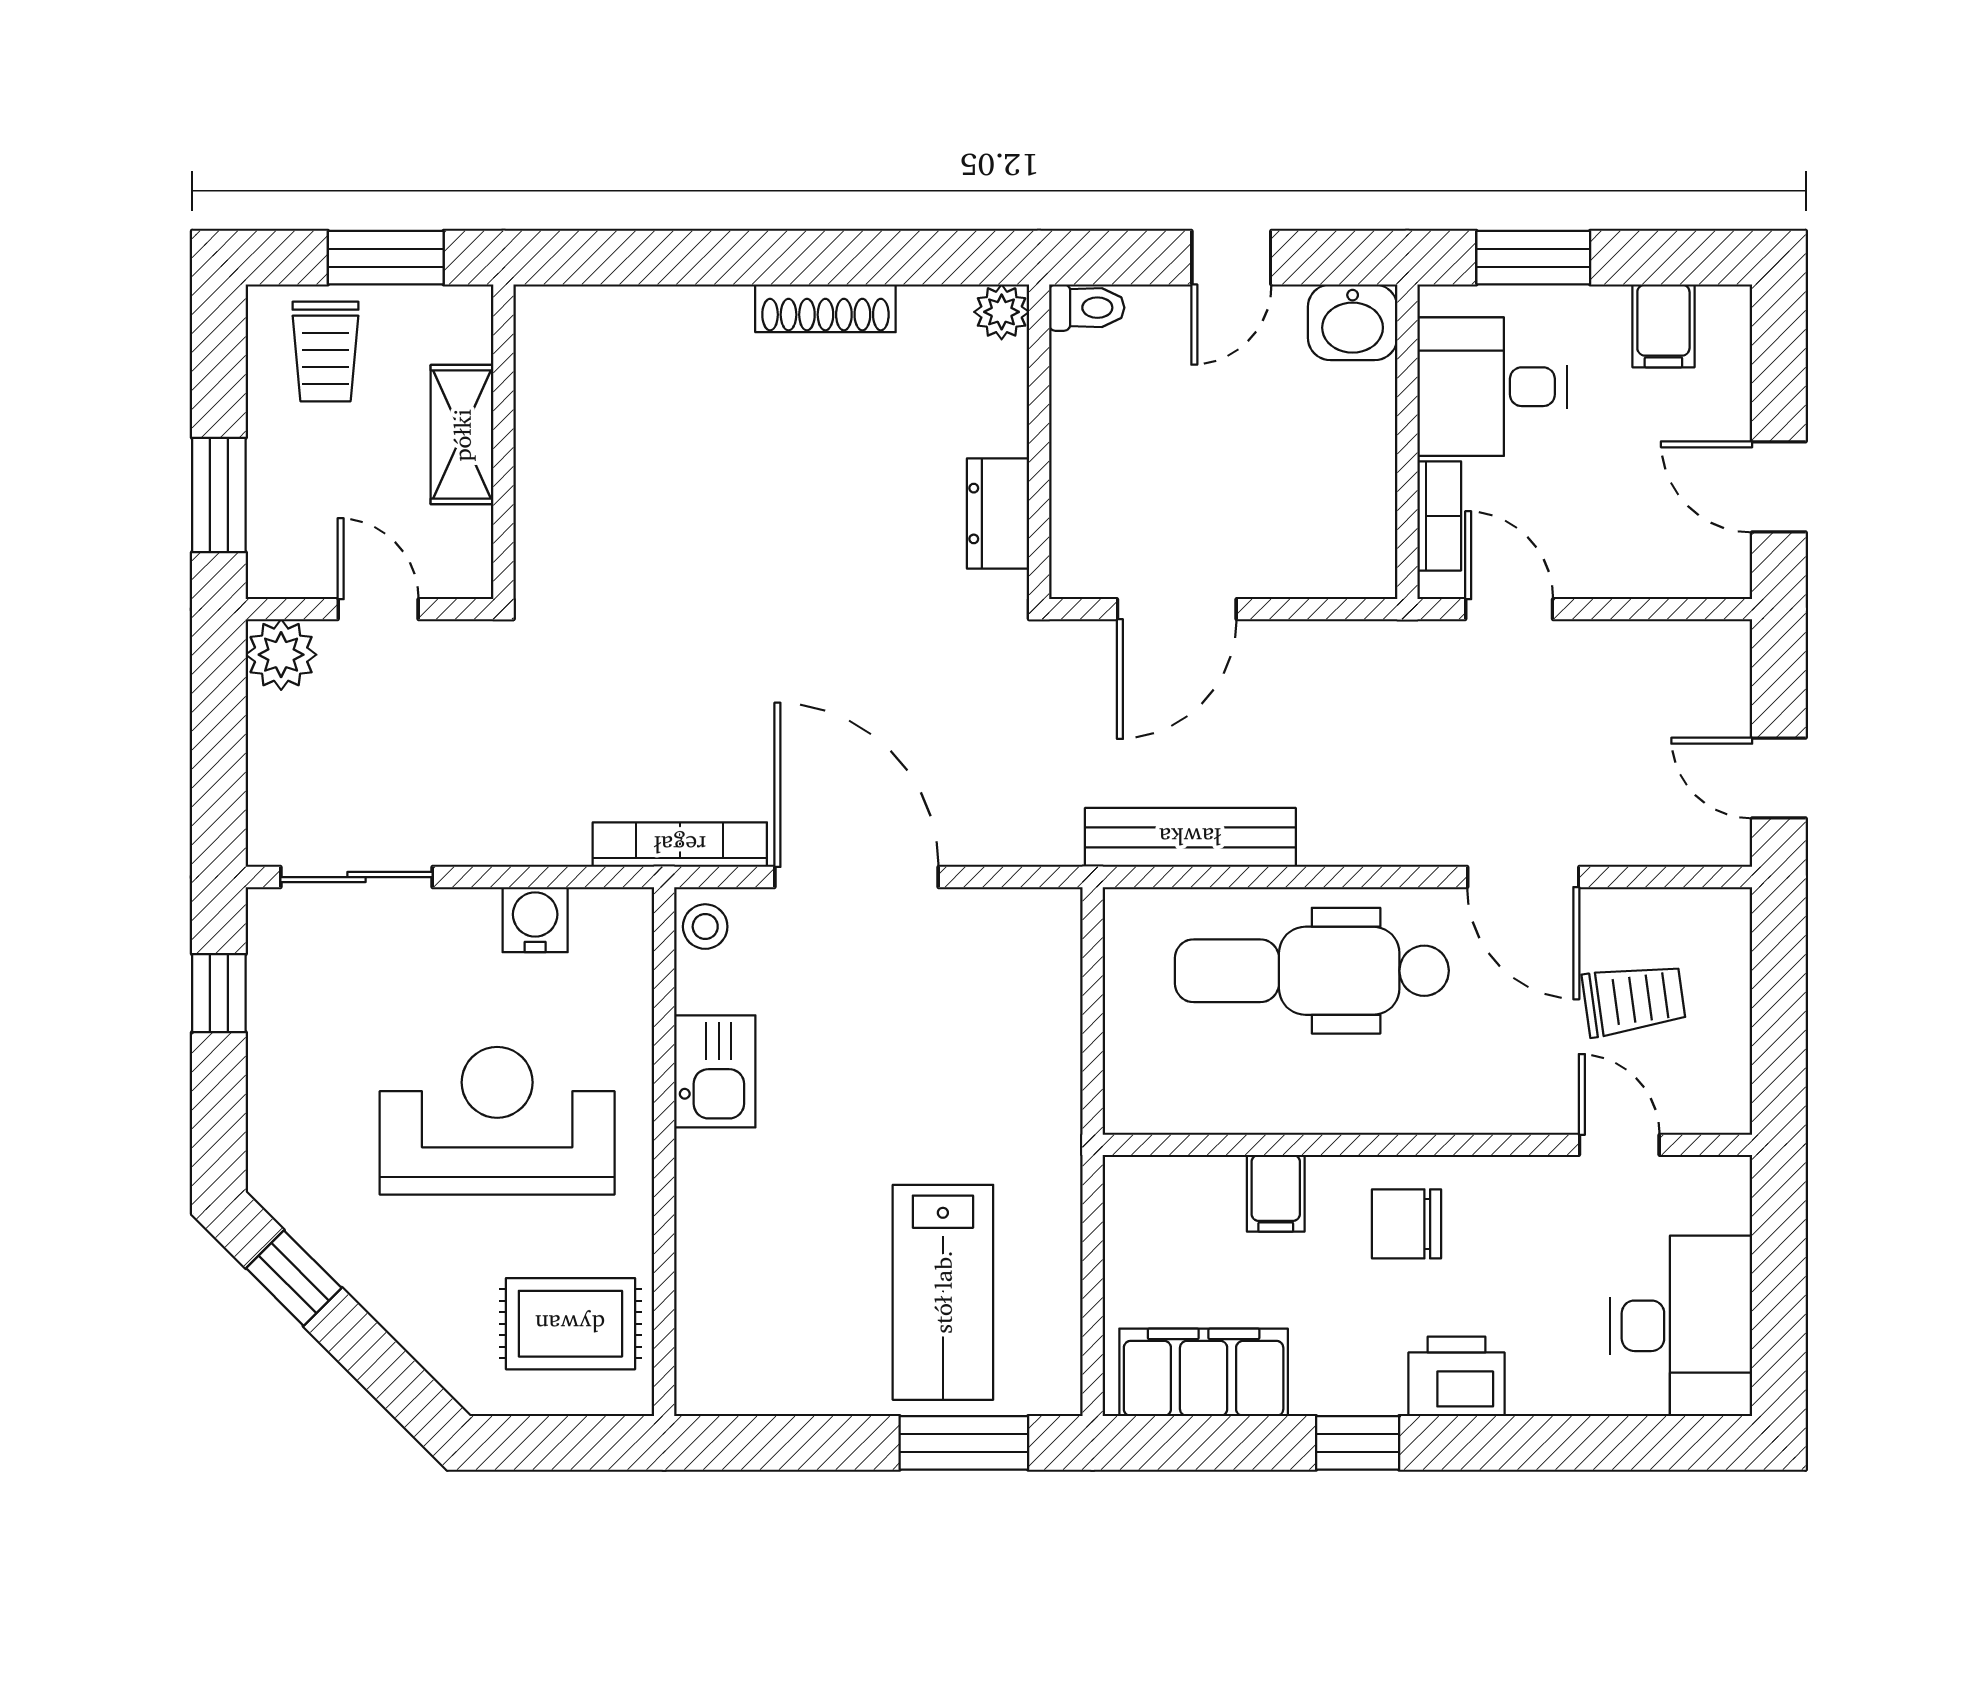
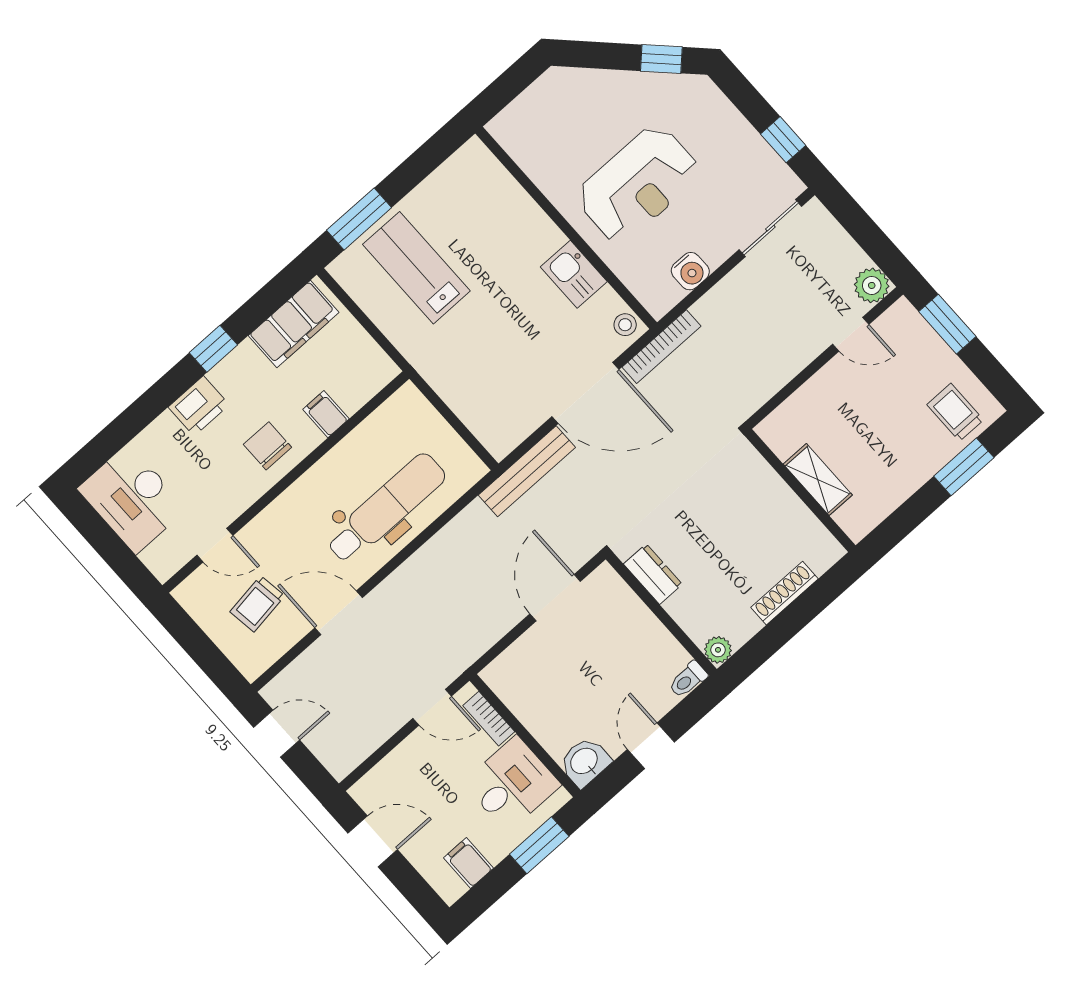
shelving: (462, 435) -> (818, 480), moved
wall: (503, 442) -> (800, 491), moved
bench: (1190, 837) -> (527, 471), moved
chair: (1406, 1224) -> (267, 446), turned -90
rug: (570, 1324) -> (544, 133), removed

